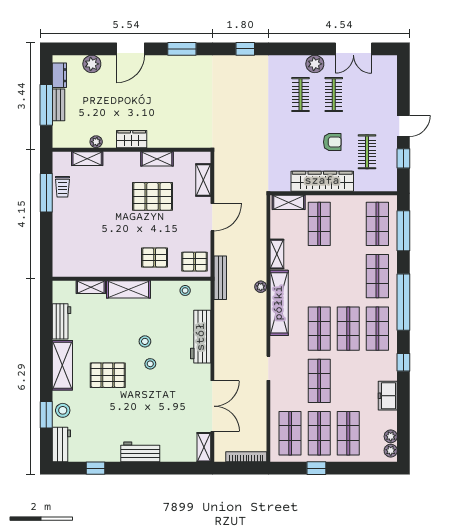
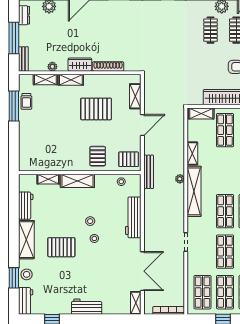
bench: (59, 105) -> (23, 59), moved
shoe rack: (168, 142) -> (108, 66), added
shelving: (157, 159) -> (71, 80), moved
pallet: (155, 257) -> (98, 156), turned 90

